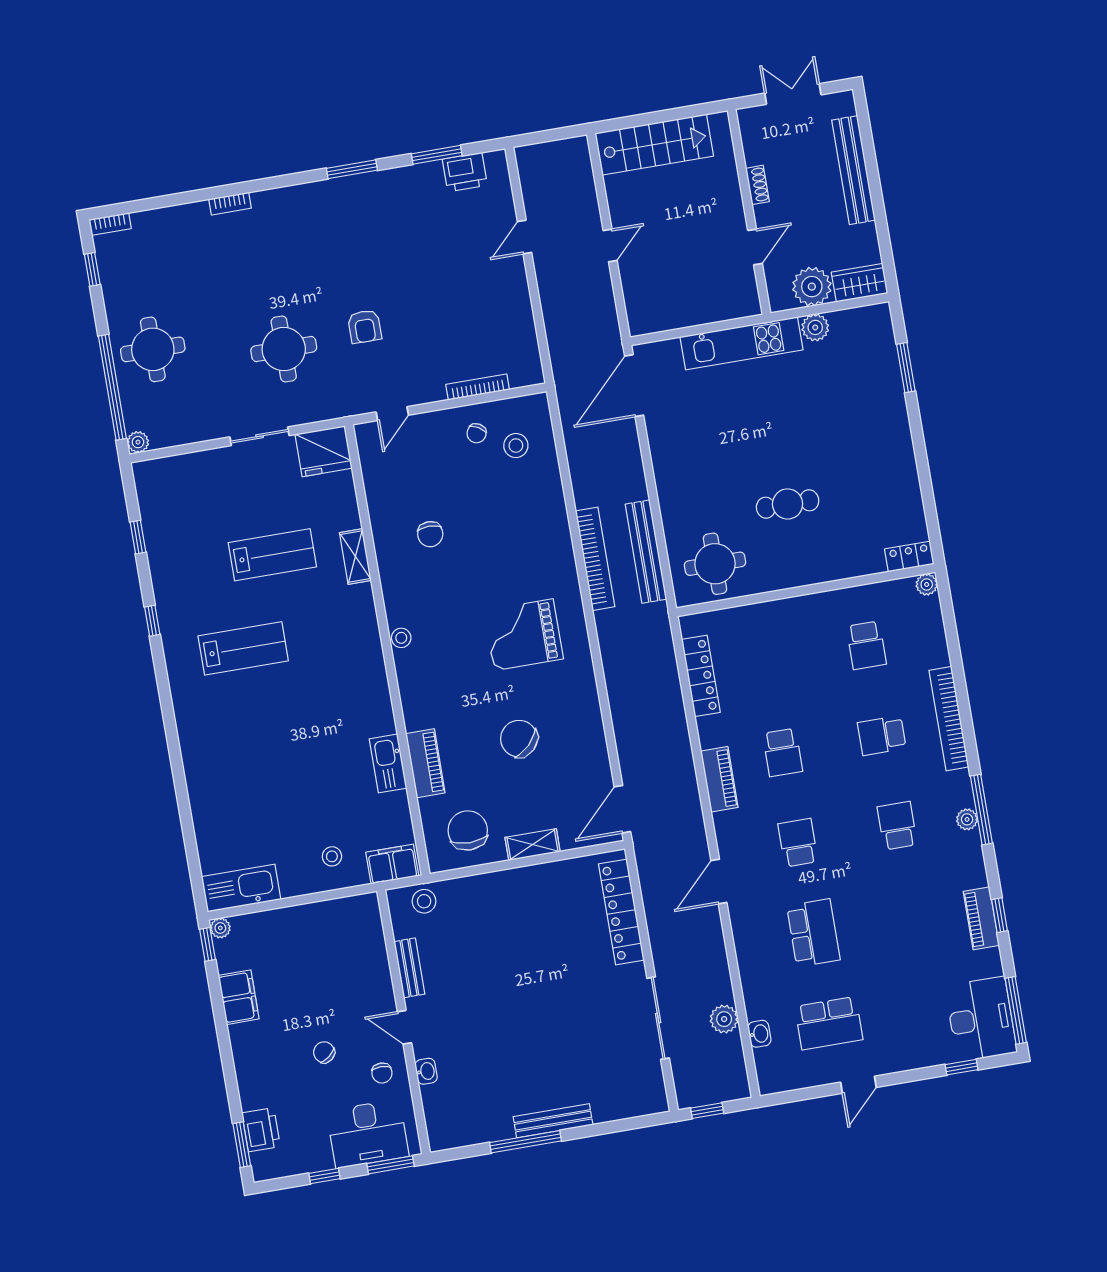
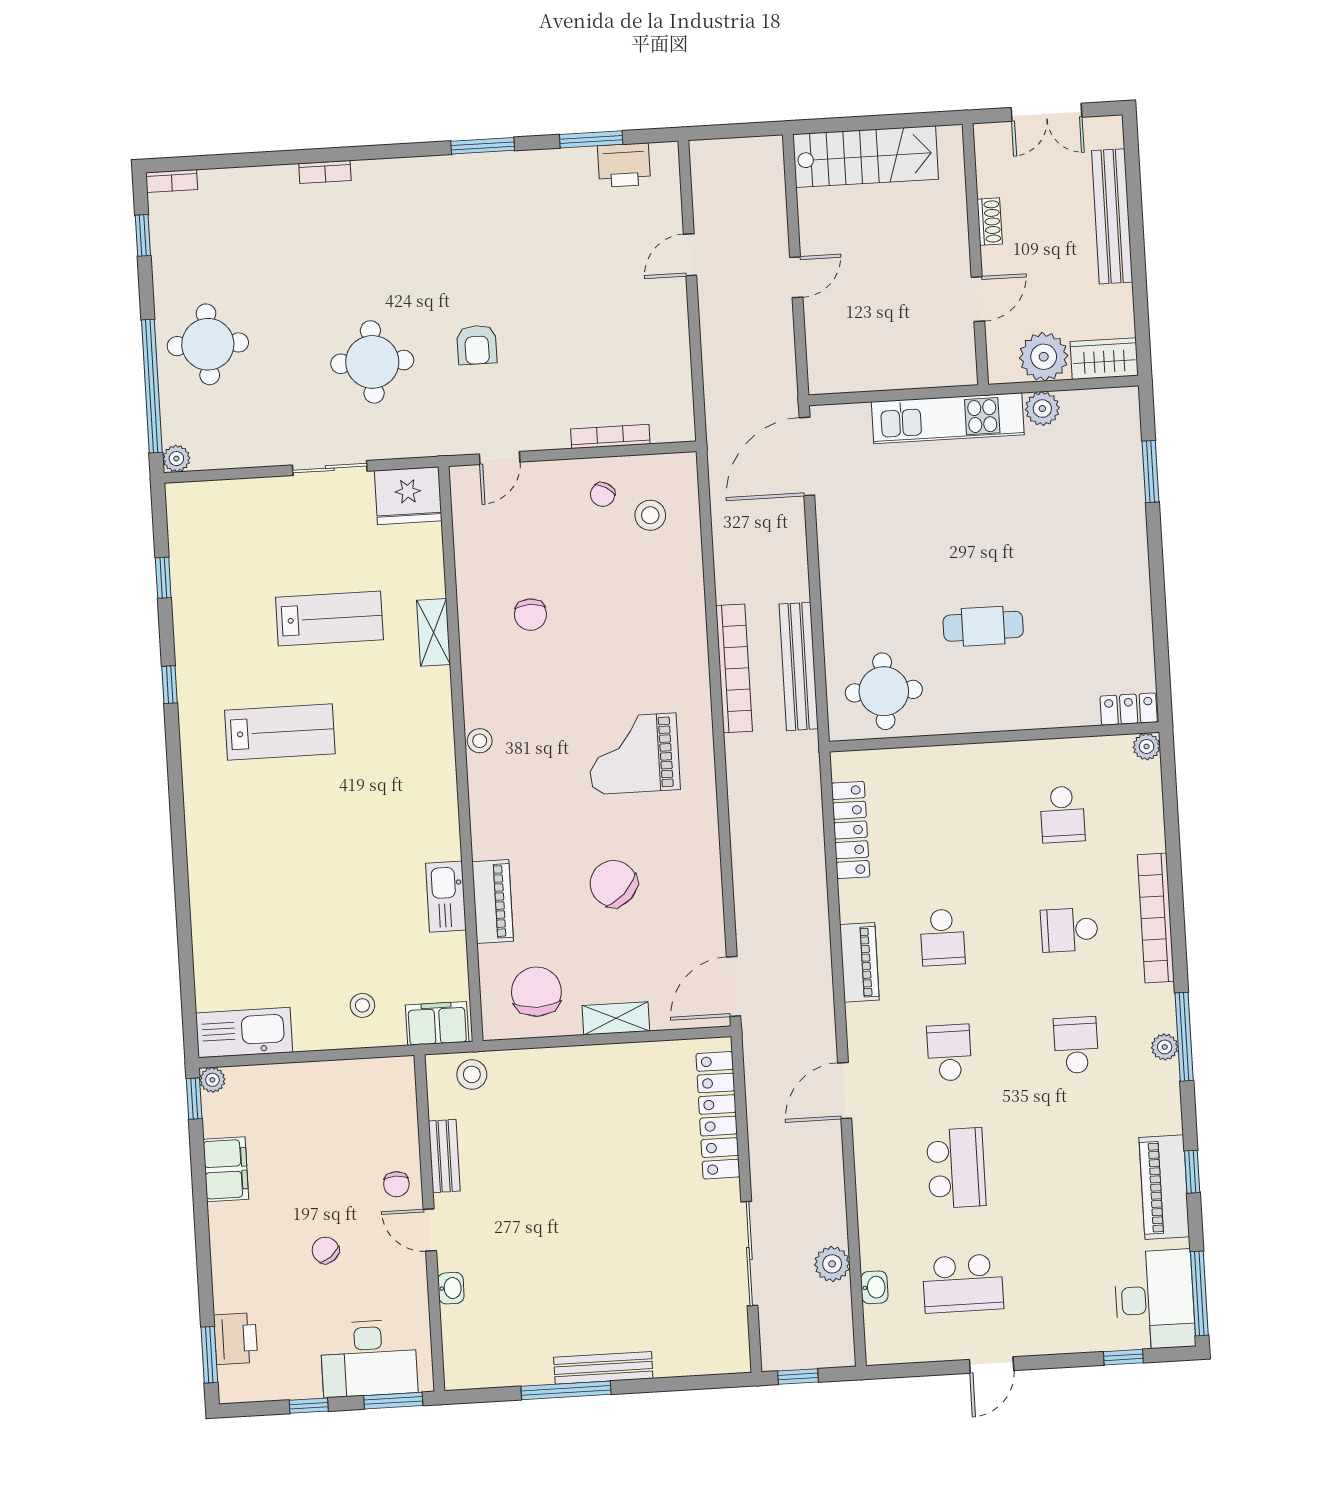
double door: (793, 94) -> (1046, 112), swing flipped
piano: (981, 918) -> (1164, 1187), width x1.37, depth x1.33
chair: (382, 1073) -> (396, 1184), moved

